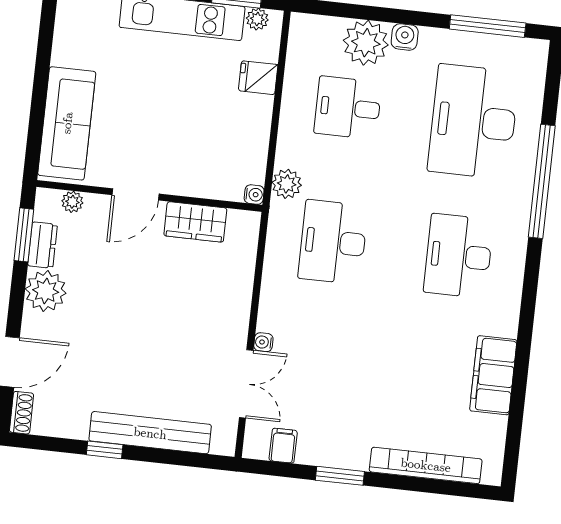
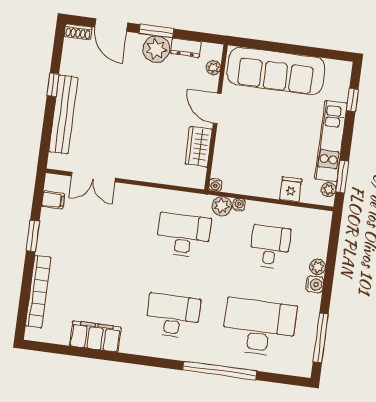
plant: (366, 43) -> (318, 267), width x0.53, depth x0.53
sofa: (67, 123) -> (276, 71), width x1.36, depth x1.27
window: (24, 235) -> (156, 31), moved
water cooler: (263, 342) -> (239, 205), moved

